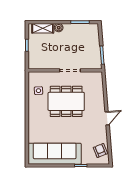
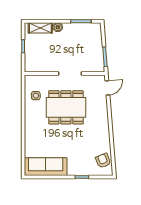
door: (107, 118) -> (107, 88), moved
sofa: (55, 154) -> (46, 167), width x0.74, depth x0.79

